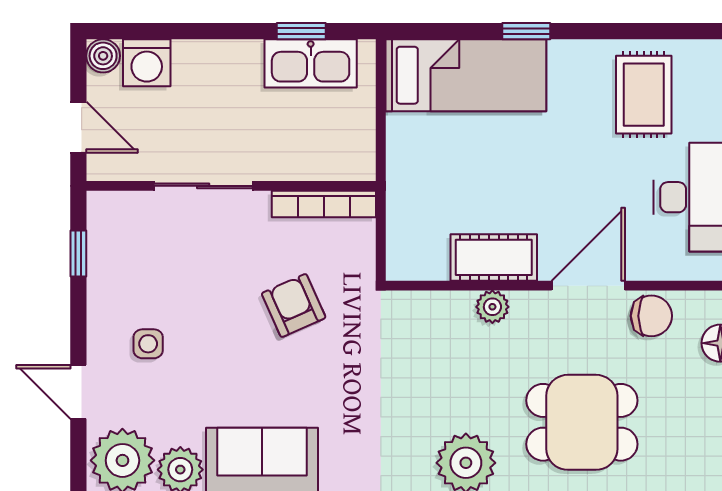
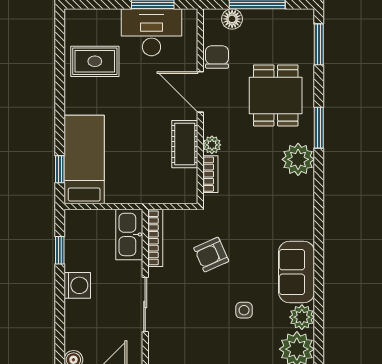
window: (526, 31) -> (60, 169), moved
washing machine: (147, 63) -> (77, 285), moved
kitchen sink: (311, 63) -> (129, 234), moved, turned 180
bookcase: (439, 304) -> (210, 174), added
side table: (148, 344) -> (244, 310), moved

